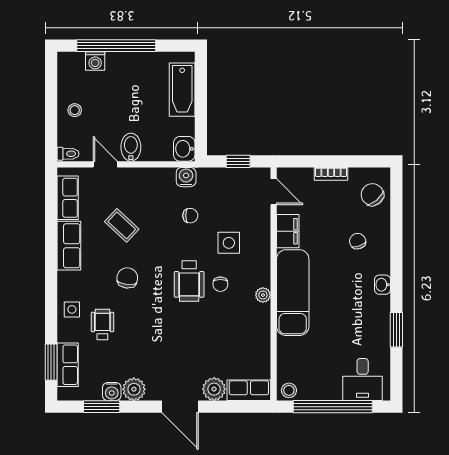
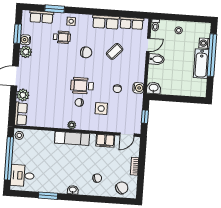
bathtub: (182, 90) -> (201, 64), moved, turned -90
exam couch: (293, 293) -> (72, 138), width x0.73, depth x0.69
window: (51, 362) -> (55, 9), moved

